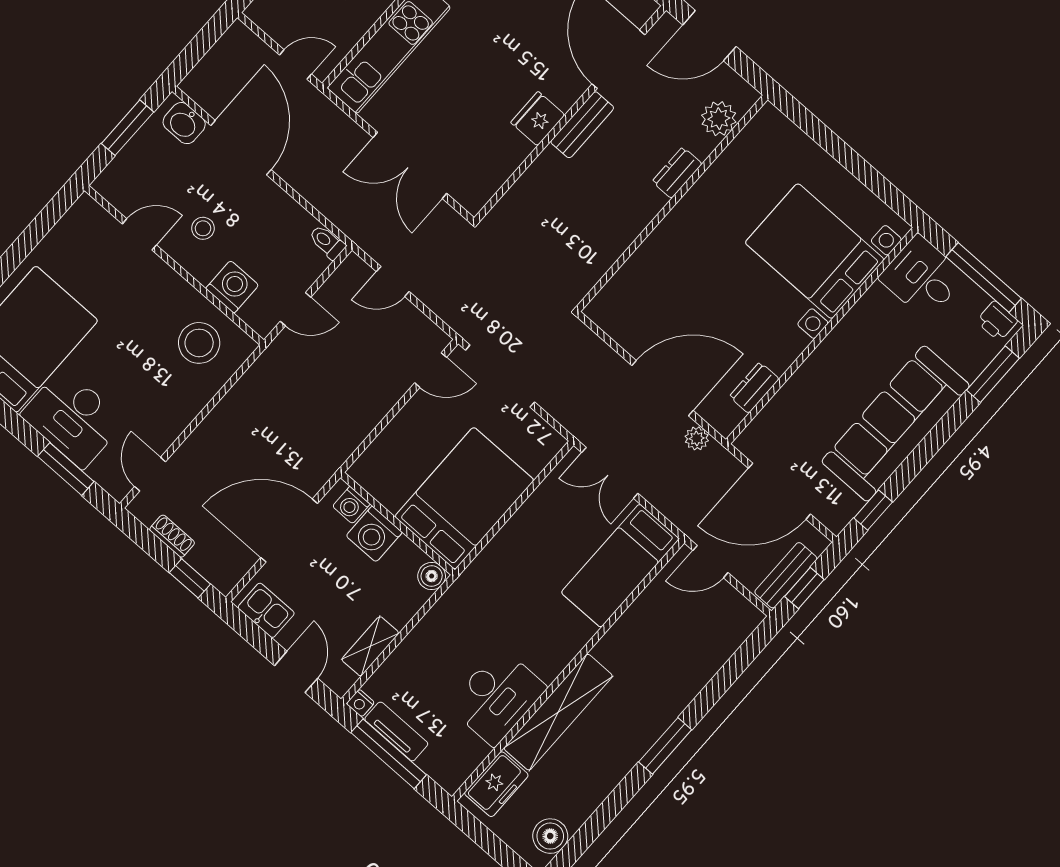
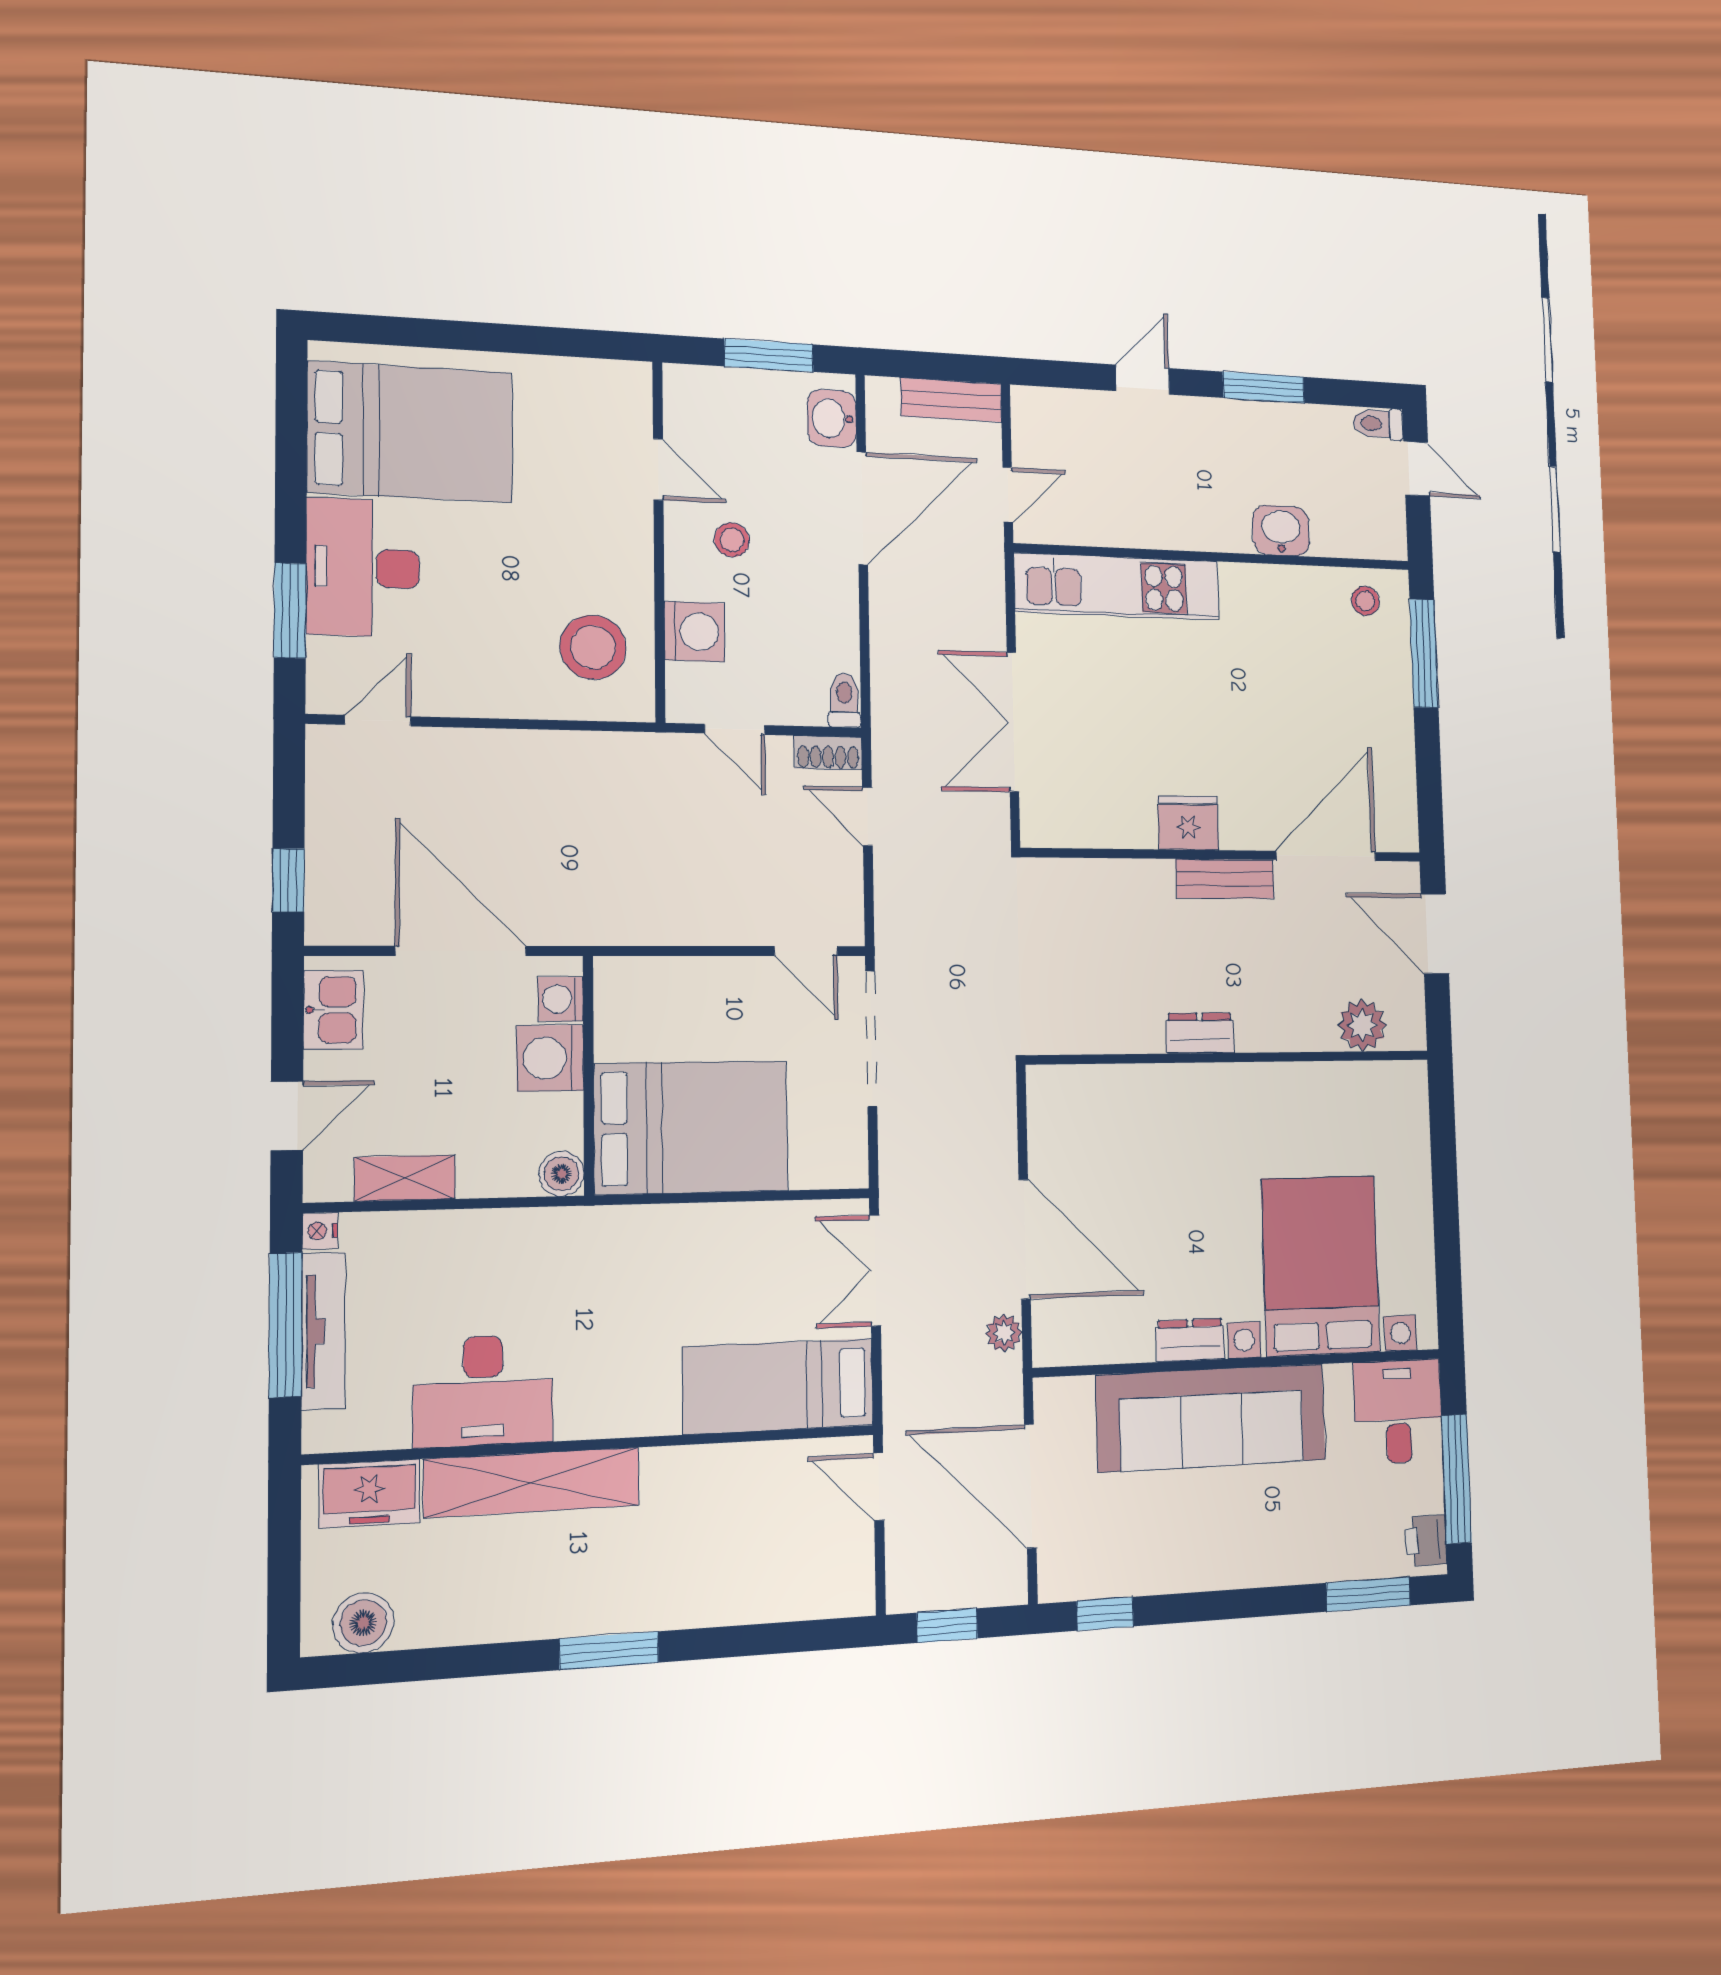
door: (295, 65) -> (1008, 495), hinge flipped
dresser: (677, 173) -> (1200, 1033), moved
dresser: (754, 388) -> (1190, 1340), moved
sofa: (896, 424) -> (1212, 1418), moved, turned 180
shoe rack: (172, 536) -> (828, 753), moved, turned 90
bench: (786, 575) -> (951, 400), moved
tv unit: (396, 731) -> (324, 1331), width x1.41

